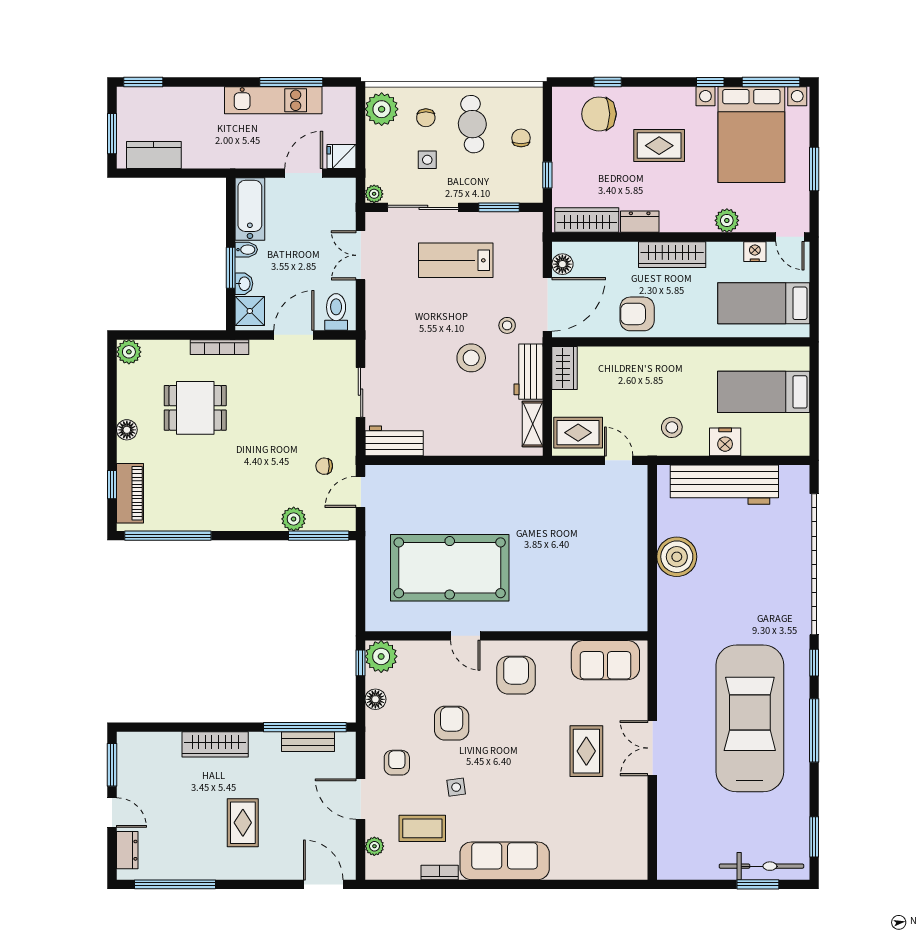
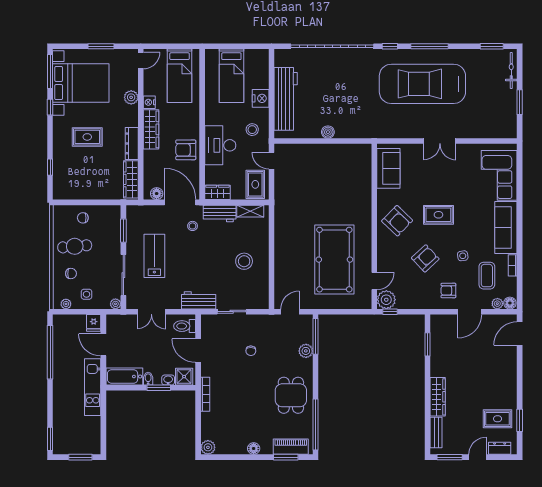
window: (291, 82) -> (50, 352), width x1.46
kitchen unit: (273, 100) -> (93, 387), moved, turned 180
plant: (382, 109) -> (66, 304), width x0.53, depth x0.53
chair: (599, 114) -> (69, 172), removed
rug: (659, 146) -> (87, 137), turned 90
kitchen counter: (154, 155) -> (93, 433), removed
side table: (427, 160) -> (87, 294), moved
window: (547, 175) -> (104, 202), removed
dresser: (640, 222) -> (132, 143), width x1.44
nightstand: (755, 252) -> (149, 102), moved
lab bench: (456, 260) -> (154, 256), turned 180
armchair: (637, 314) -> (186, 150), turned 90
stool: (471, 358) -> (244, 261), moved
desk: (645, 373) -> (220, 145), added
dining table: (195, 408) -> (291, 395), moved
workbench: (394, 441) -> (199, 300), moved, turned 90
door: (619, 460) -> (271, 161), hinge flipped
chair: (324, 466) -> (251, 351), moved
window: (112, 485) -> (286, 457), width x1.50
door: (361, 492) -> (290, 312), swing flipped
boiler: (677, 557) -> (328, 132), width x0.54, depth x0.54
door: (465, 636) -> (374, 281), moved
armchair: (516, 675) -> (397, 221), turned -136
floor lamp: (375, 699) -> (510, 303), moved
armchair: (452, 723) -> (425, 258), turned 137
window: (305, 727) -> (428, 344), width x0.47
bench: (308, 742) -> (436, 433), moved
rug: (586, 751) -> (438, 215), moved
rug: (243, 823) -> (498, 419), moved
corner sofa: (594, 849) -> (499, 175), added
bicycle: (761, 866) -> (511, 70), width x0.73, depth x0.71
window: (175, 884) -> (520, 420), width x0.47
window: (758, 884) -> (520, 102), moved

